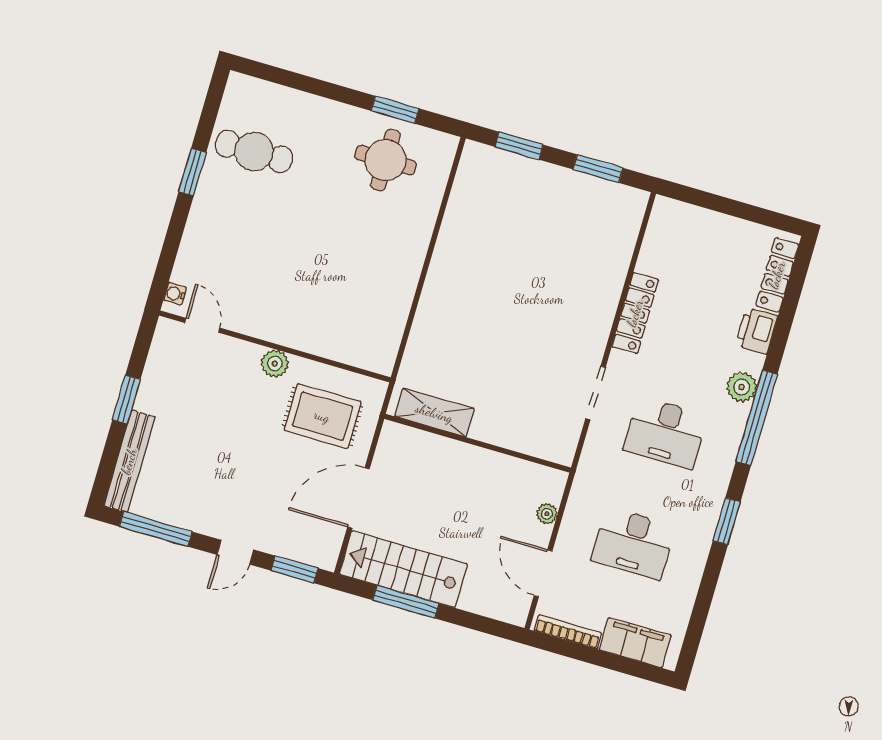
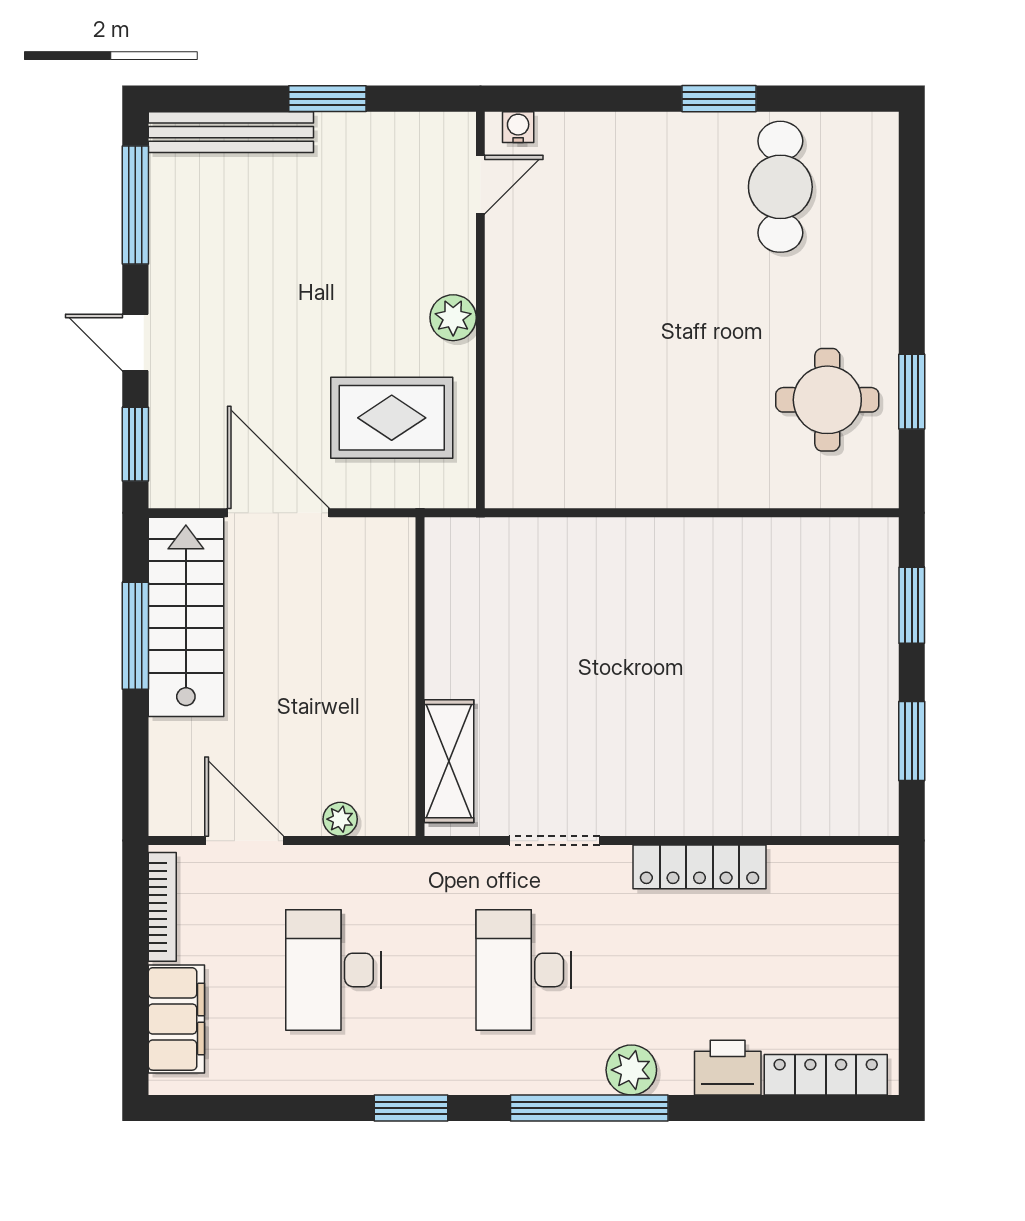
shelving: (434, 413) -> (449, 761), moved
rug: (322, 416) -> (392, 418), turned 90
door: (543, 573) -> (244, 841), hinge flipped

